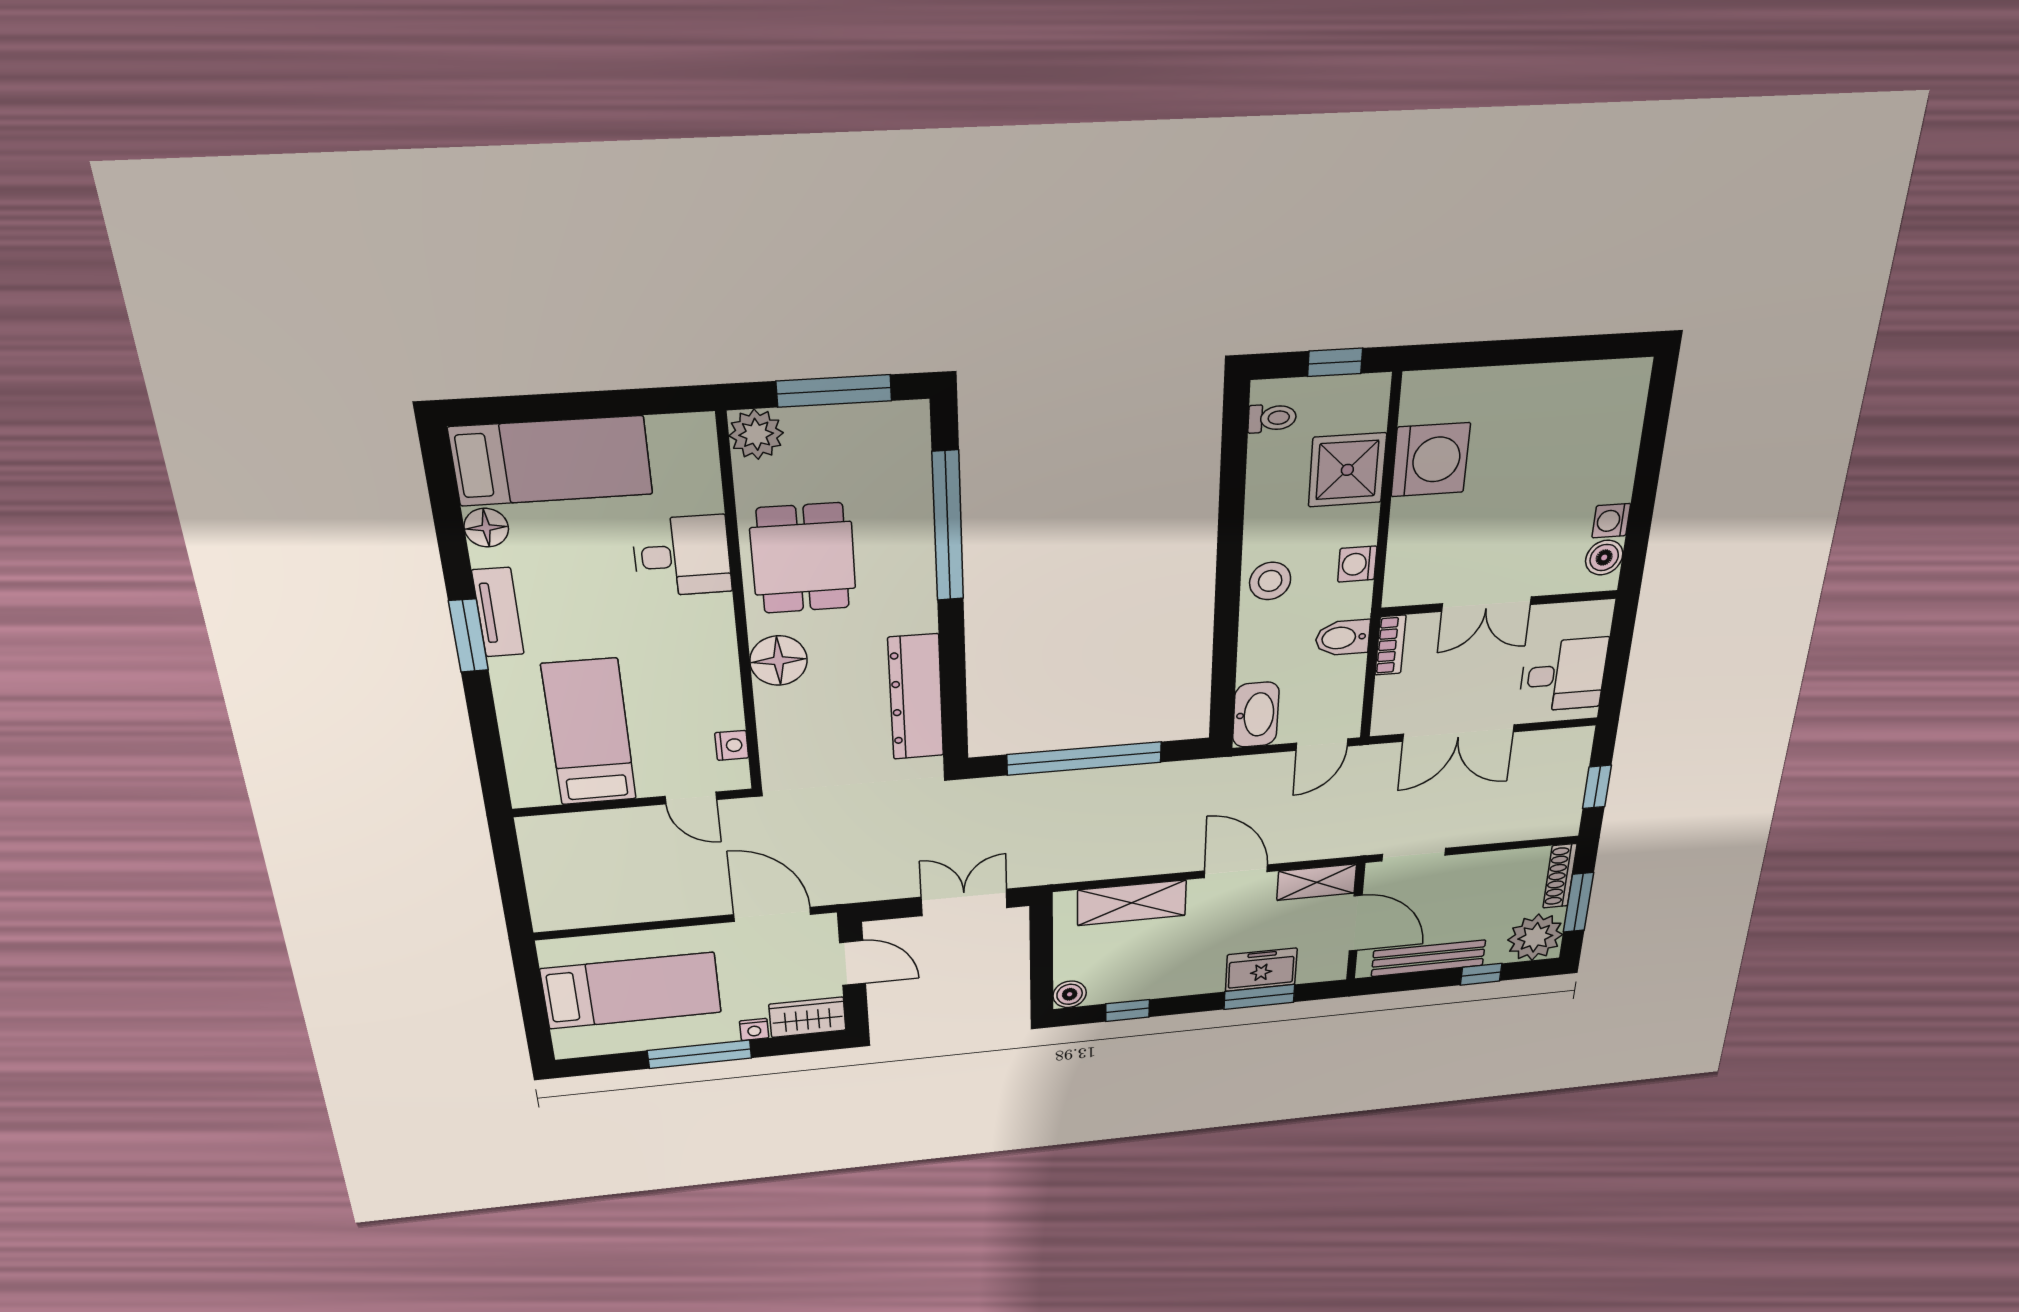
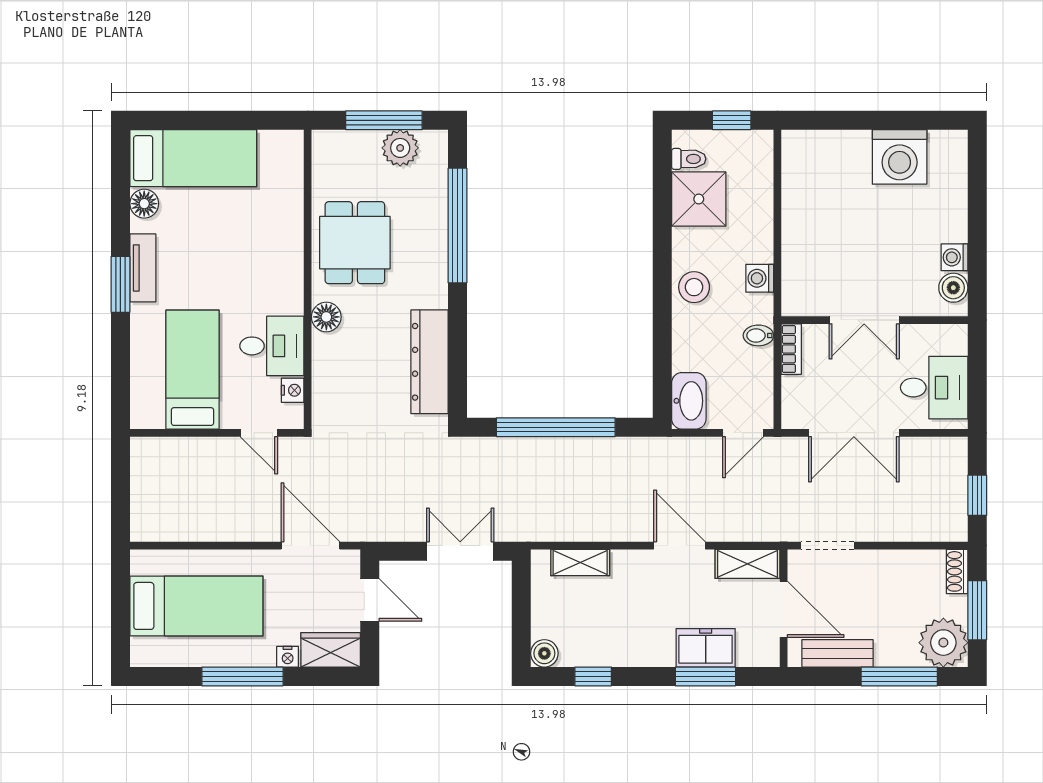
plant: (756, 434) -> (400, 148), moved
washing machine: (1431, 460) -> (900, 157), moved, turned 90
shower: (1347, 470) -> (699, 199), moved
desk: (682, 556) -> (272, 346), moved
bidet: (1343, 638) -> (758, 335), width x0.72, depth x0.74
floor lamp: (779, 661) -> (326, 317), width x0.73, depth x0.73
shoe rack: (1560, 876) -> (957, 571), width x0.70
shelving: (1132, 903) -> (580, 562), width x0.67, depth x0.75
bench: (1428, 958) -> (837, 653), width x0.73
window: (1481, 974) -> (899, 676), width x2.17

